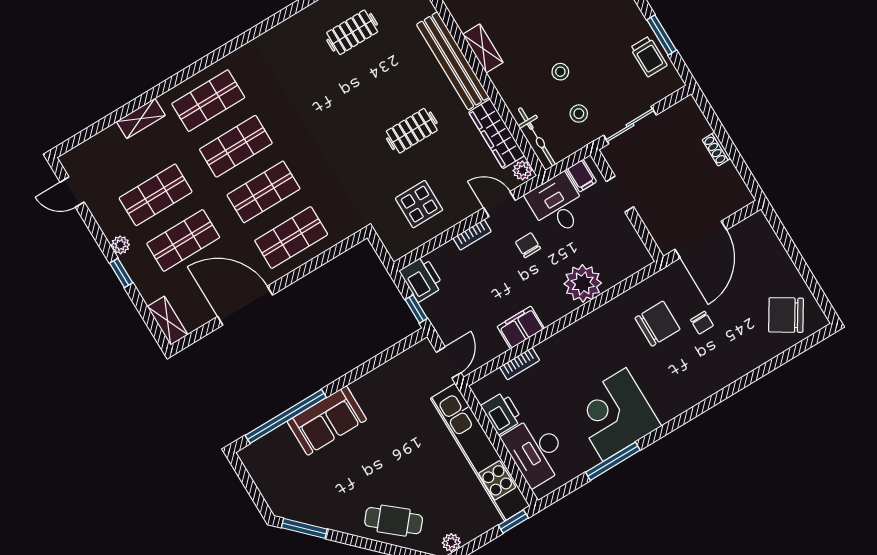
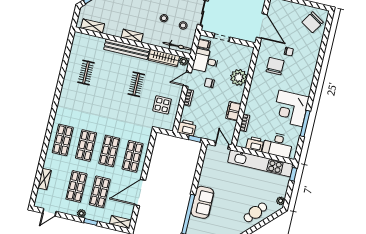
shelving: (141, 119) -> (45, 179), moved

